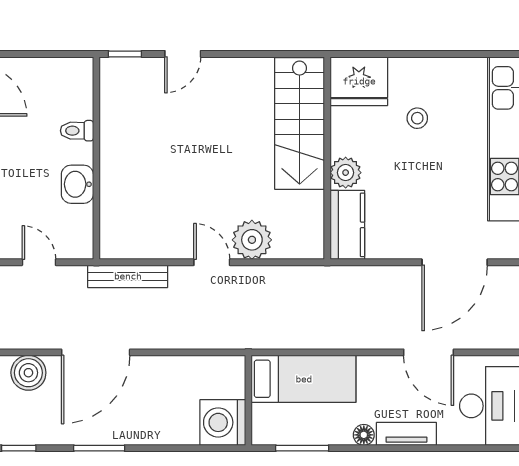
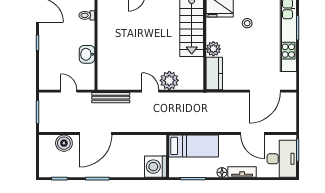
toilet: (77, 131) -> (87, 15), moved

